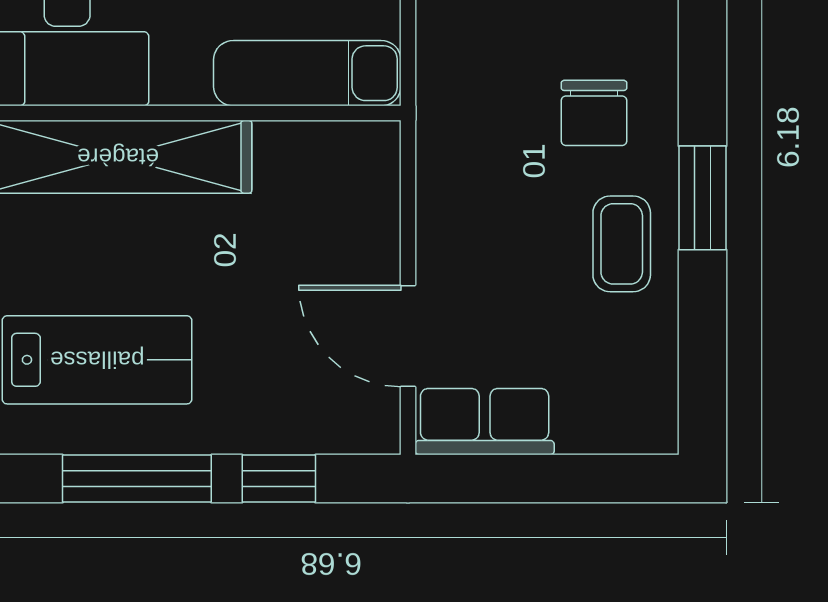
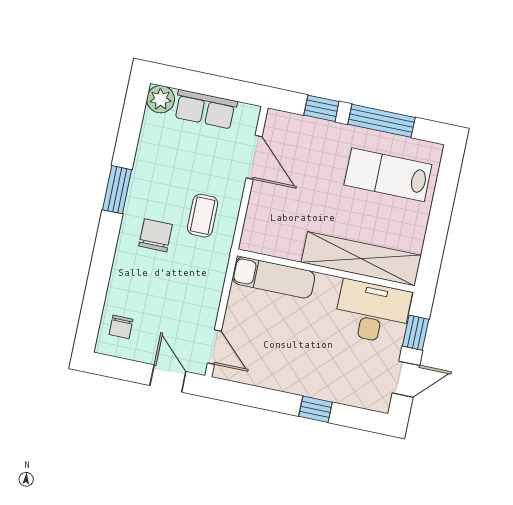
coffee table: (622, 244) -> (203, 216), moved
row of seats: (485, 422) -> (205, 109), moved
plant: (647, 423) -> (161, 99), added

